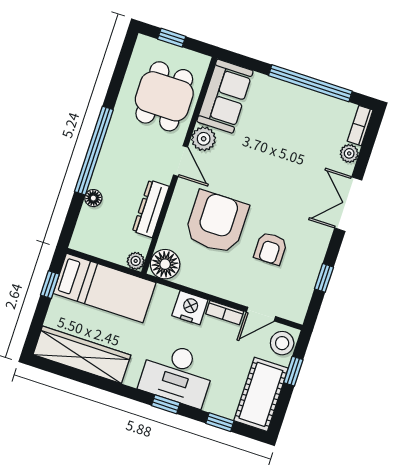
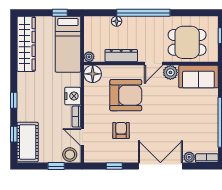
double door: (348, 204) -> (160, 166), width x1.37
armchair: (271, 248) -> (121, 131), turned 90
desk: (177, 374) -> (33, 101), removed
cot: (261, 394) -> (28, 142), moved, turned 90

